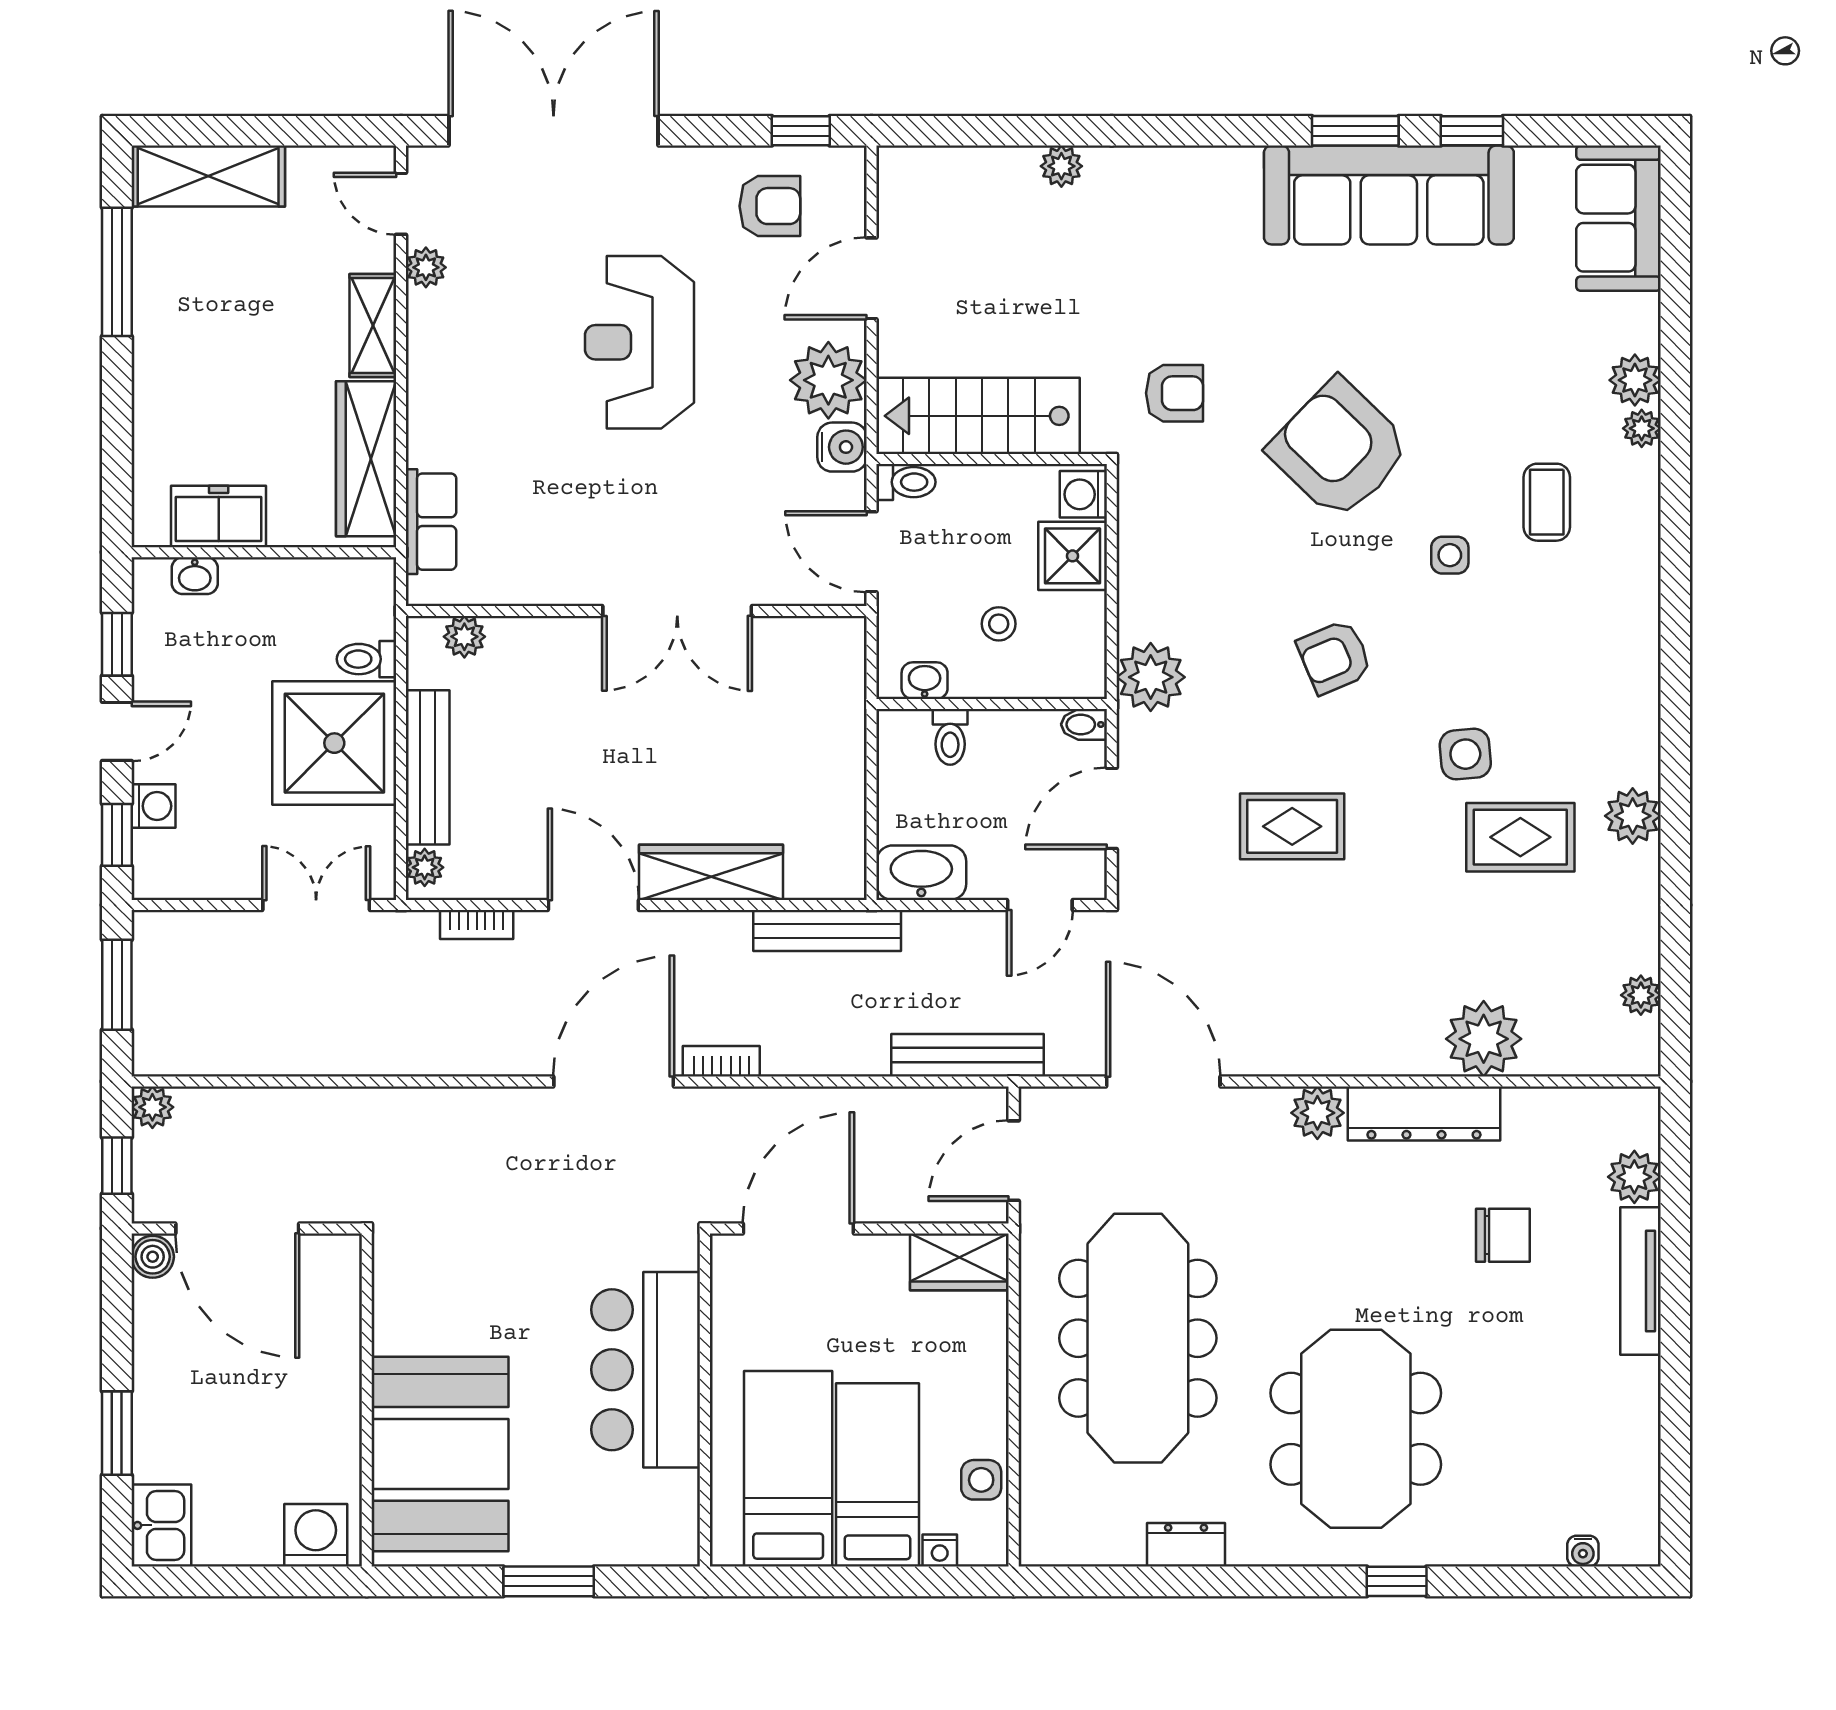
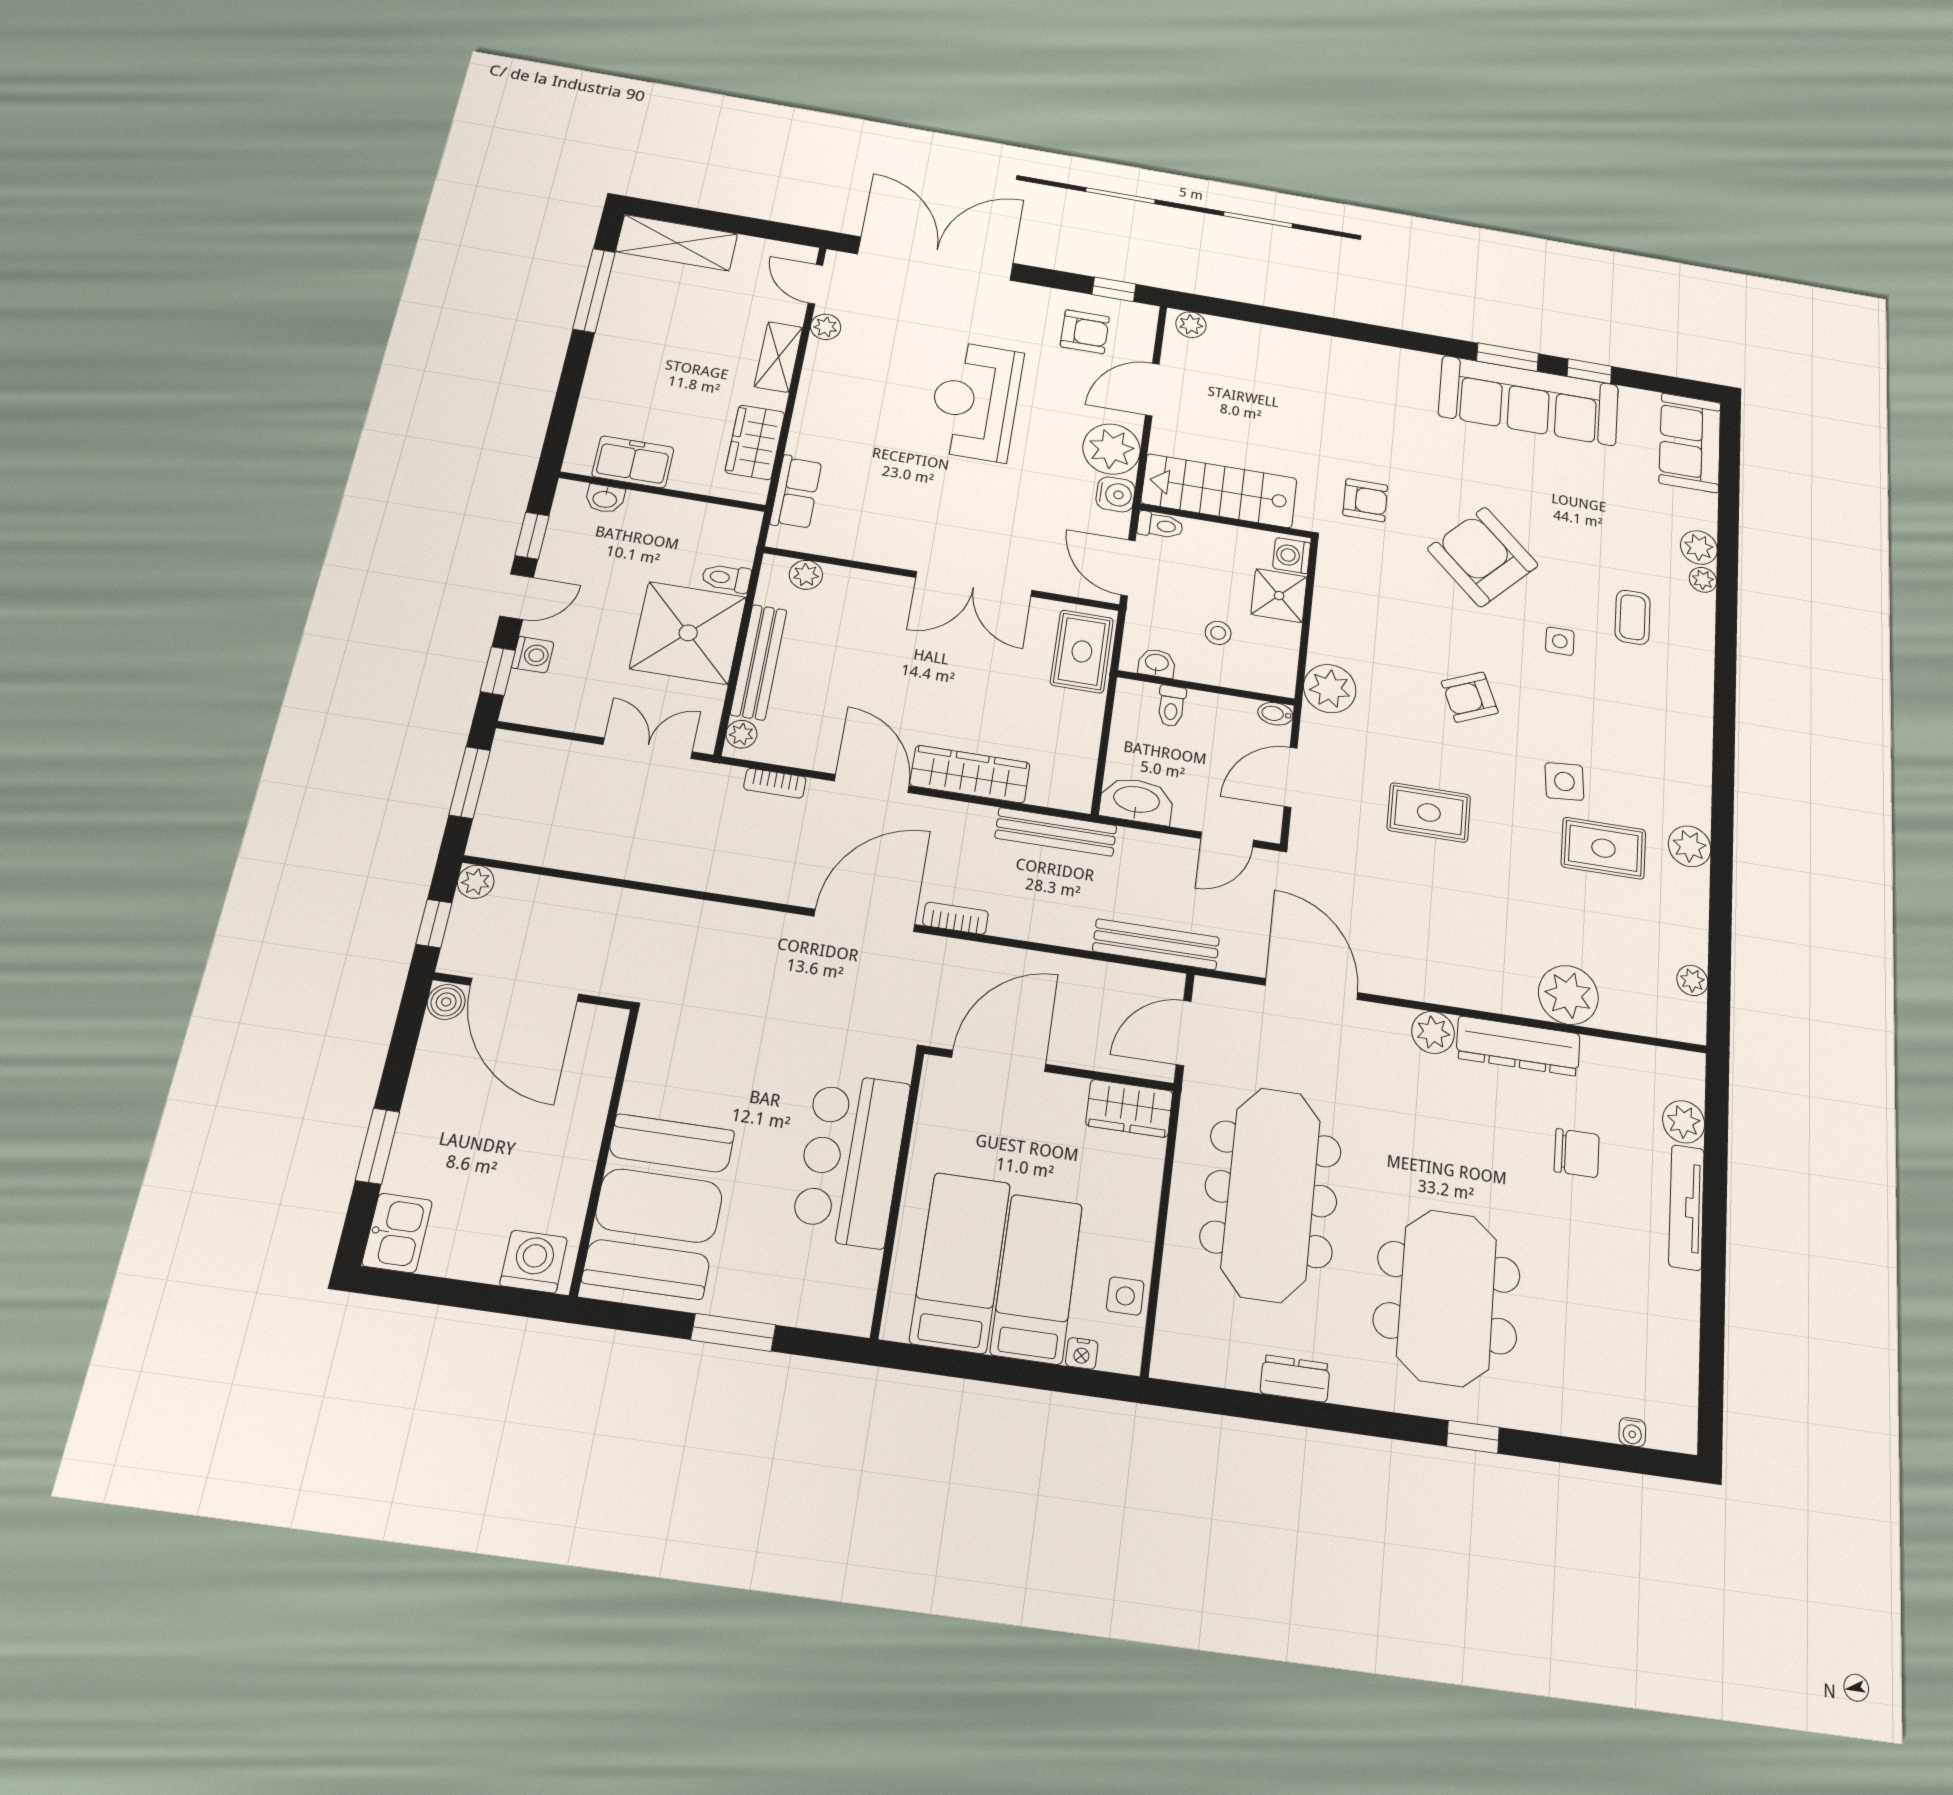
plant: (1061, 166) -> (1191, 325), moved
wardrobe: (366, 459) -> (755, 442), width x0.67
rug: (827, 681) -> (1082, 651), added

